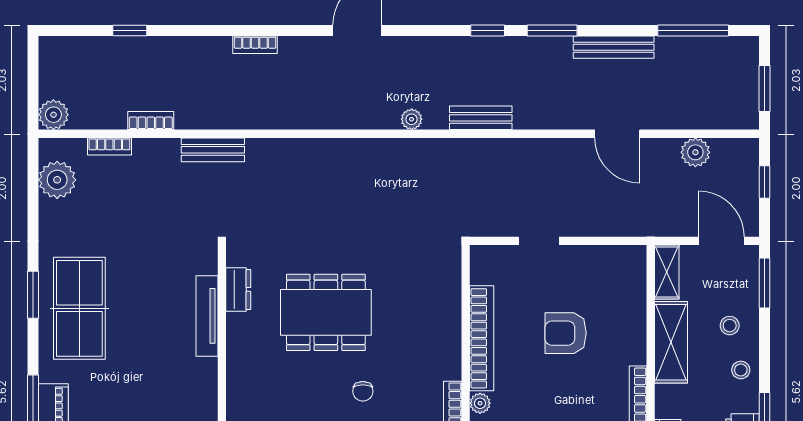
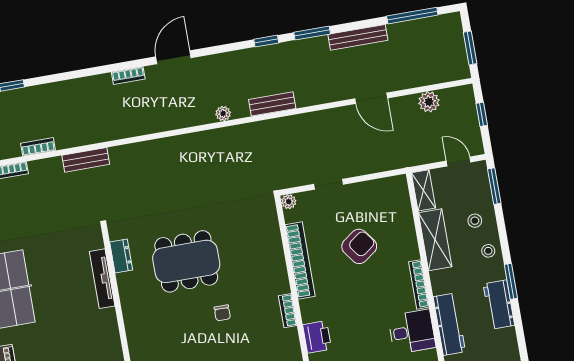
bookcase: (255, 45) -> (128, 76), moved
door: (721, 241) -> (458, 162), width x0.73
armchair: (566, 333) -> (359, 246), turned 144
plant: (480, 403) -> (289, 202), moved

